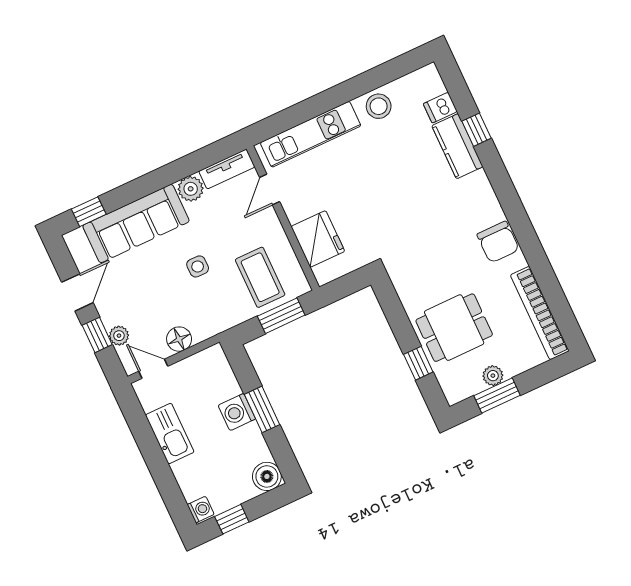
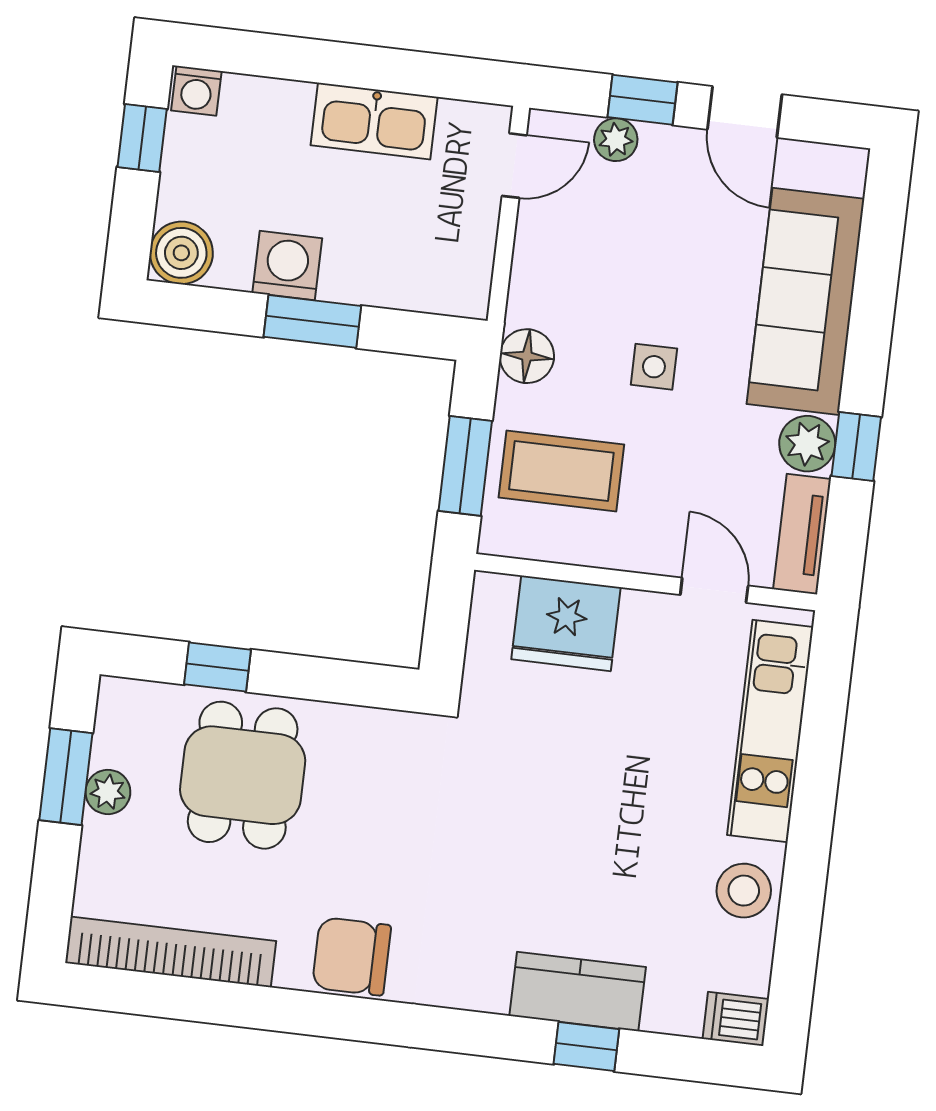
dishwasher: (440, 108) -> (736, 1019), moved, turned -90
window: (89, 212) -> (856, 447), moved
floor lamp: (179, 339) -> (527, 356), moved
washing machine: (237, 412) -> (287, 266), moved

